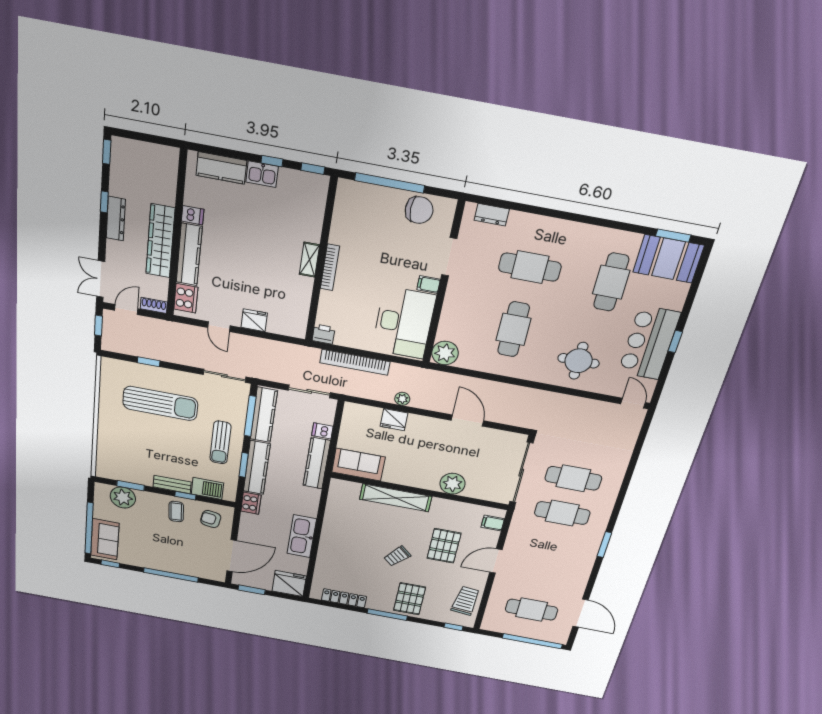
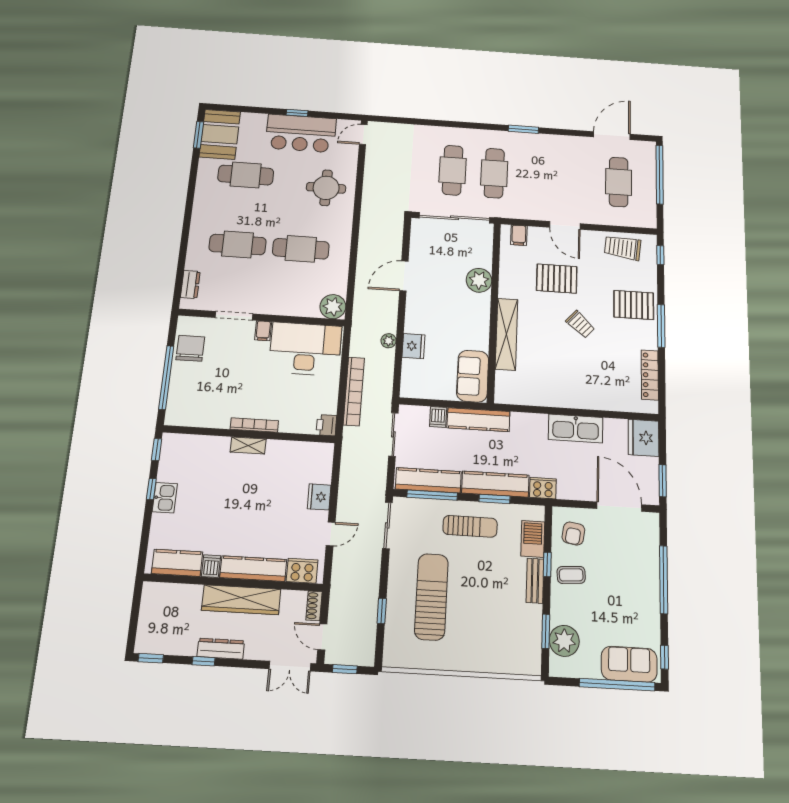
kitchen counter: (221, 168) -> (177, 563), moved, turned -90
cafe table: (530, 267) -> (238, 245), turned 90

